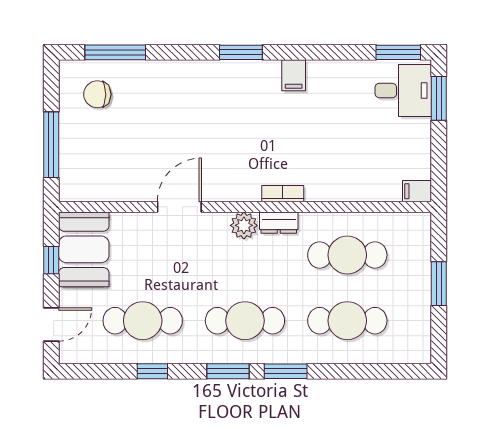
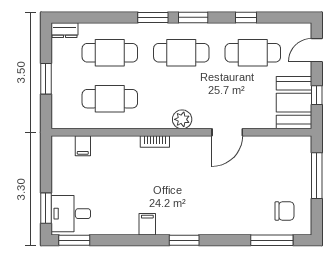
filing cabinet: (417, 191) -> (83, 146), moved, turned 90
dresser: (279, 223) -> (65, 30), moved, turned 180

